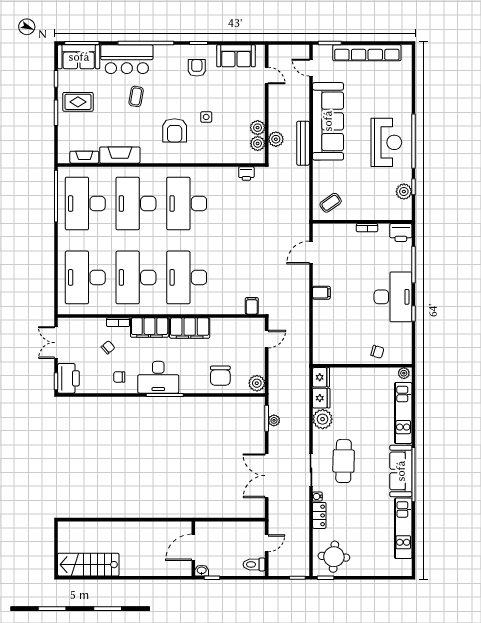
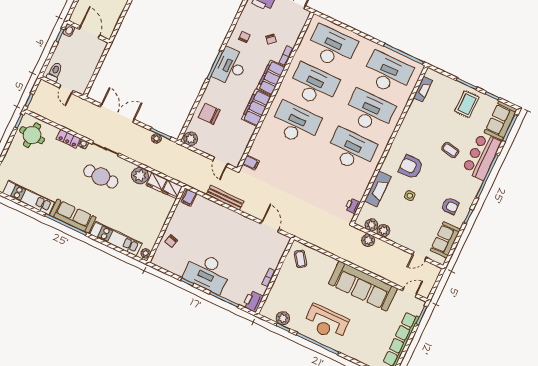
bench: (303, 143) -> (225, 198), moved
fireplace: (120, 155) -> (378, 189), moved
filing cabinet: (321, 293) -> (189, 198), moved

